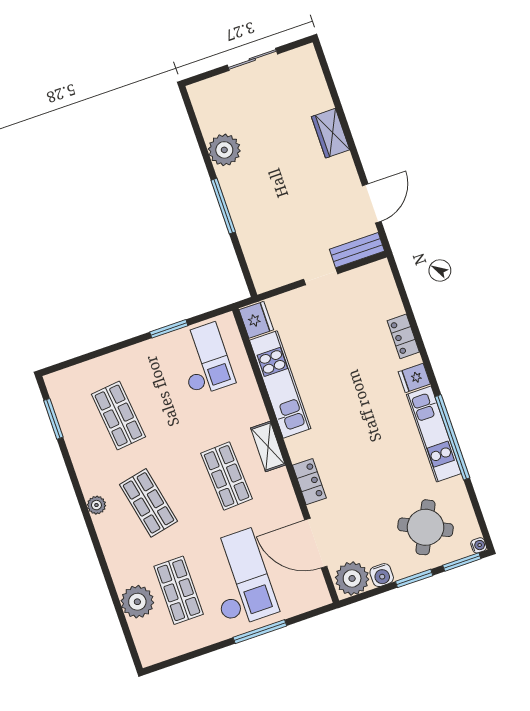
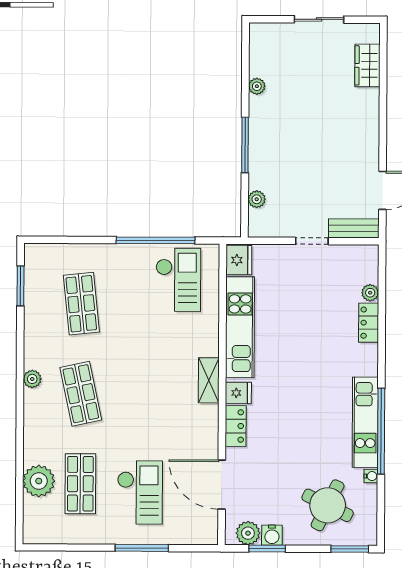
wardrobe: (331, 133) -> (367, 65), moved
plant: (224, 150) -> (257, 86), width x0.53, depth x0.53
plant: (253, 255) -> (257, 199), added
plant: (395, 307) -> (370, 293), added
window: (169, 329) -> (155, 240), width x2.11
fridge: (414, 378) -> (238, 393), moved, turned 180
shop shelf: (227, 476) -> (161, 394), removed
water cooler: (479, 545) -> (371, 476), moved
plant: (352, 578) -> (248, 533), width x0.73, depth x0.73
window: (414, 578) -> (267, 549), moved
checkout: (239, 579) -> (140, 492), width x0.73, depth x0.83

